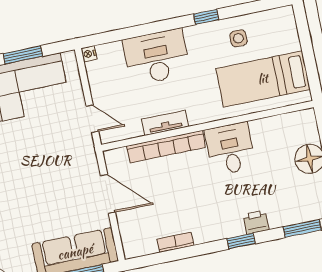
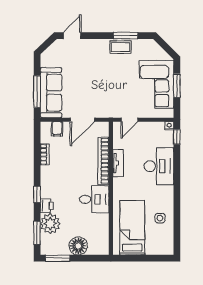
window: (206, 17) -> (177, 137), moved
plant: (283, 211) -> (50, 224), added
filing cabinet: (131, 231) -> (57, 129), added

